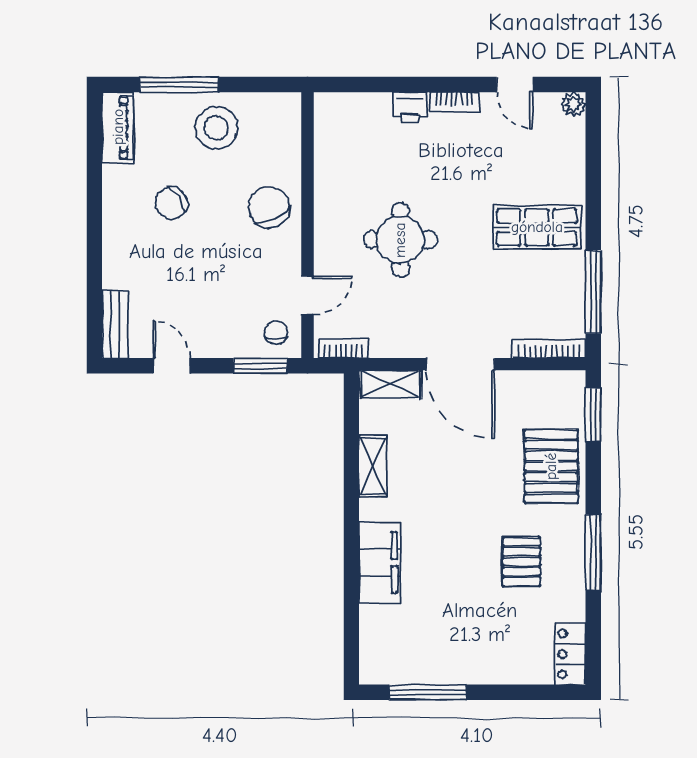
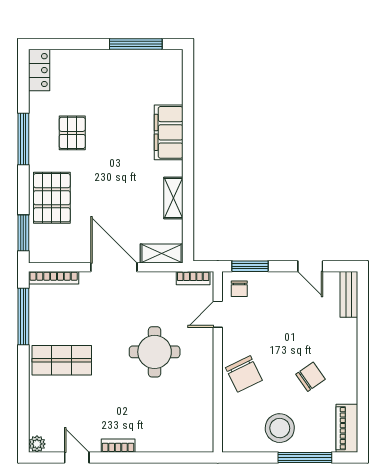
printer: (410, 108) -> (148, 442), removed

